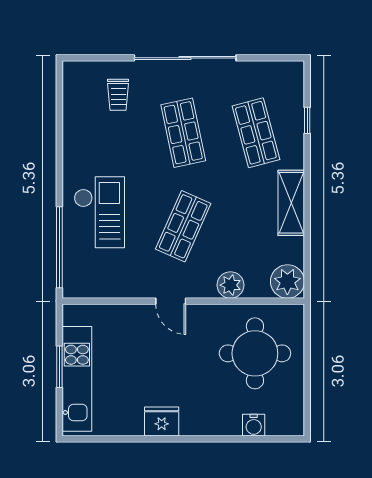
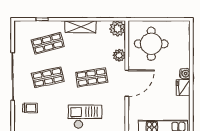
shop shelf: (183, 226) -> (92, 77), turned -33
door: (171, 301) -> (127, 83), width x1.88
water cooler: (254, 425) -> (185, 74), moved

